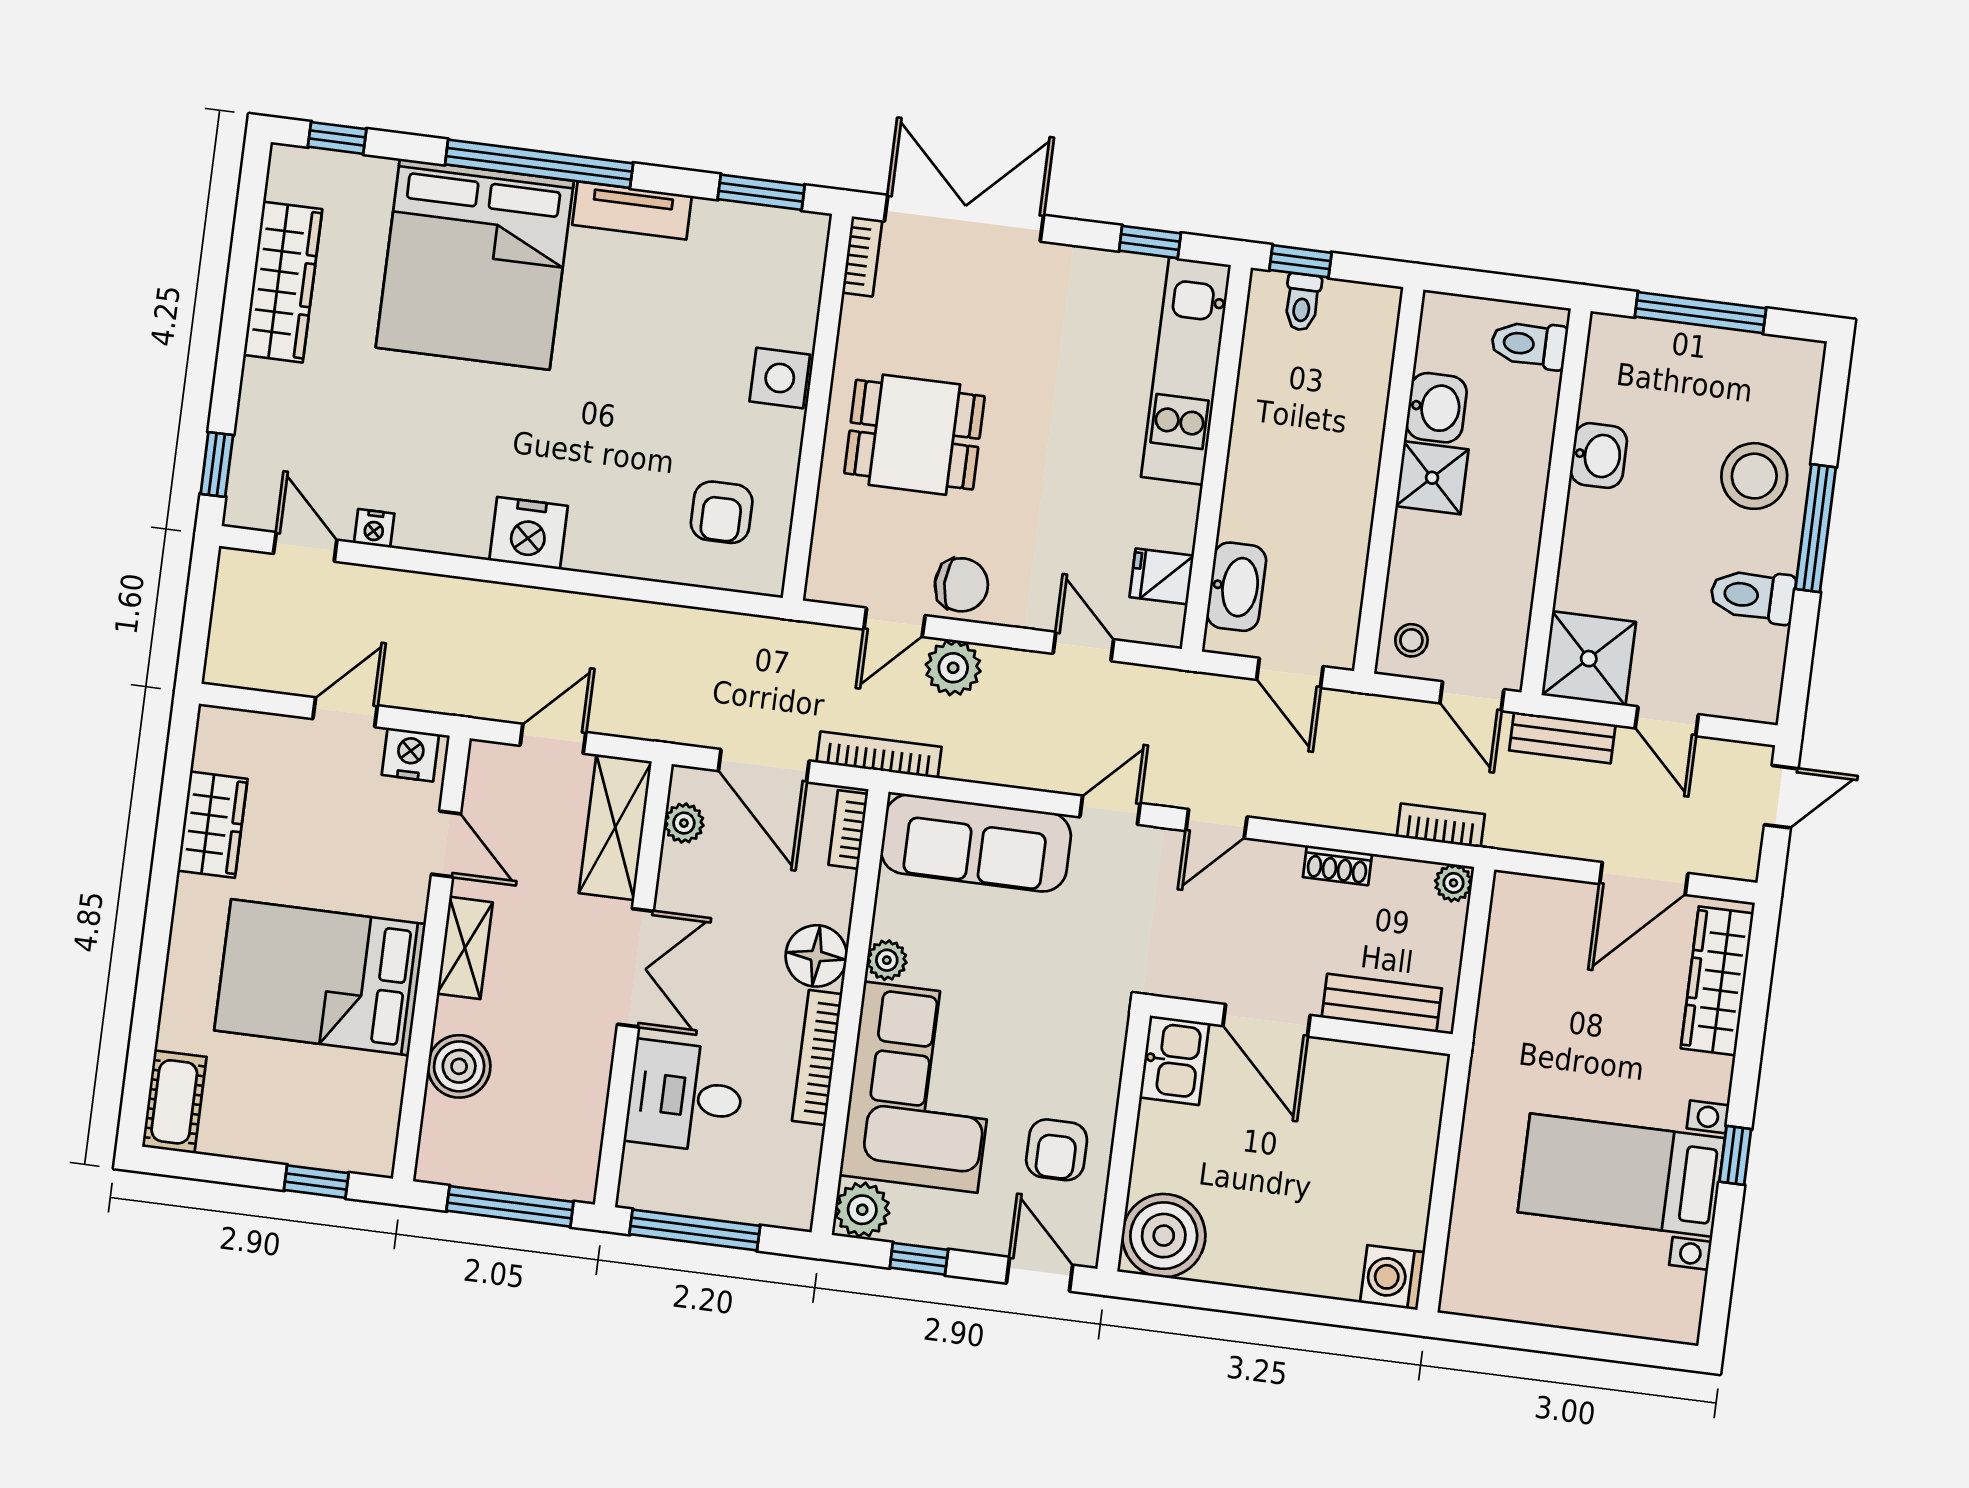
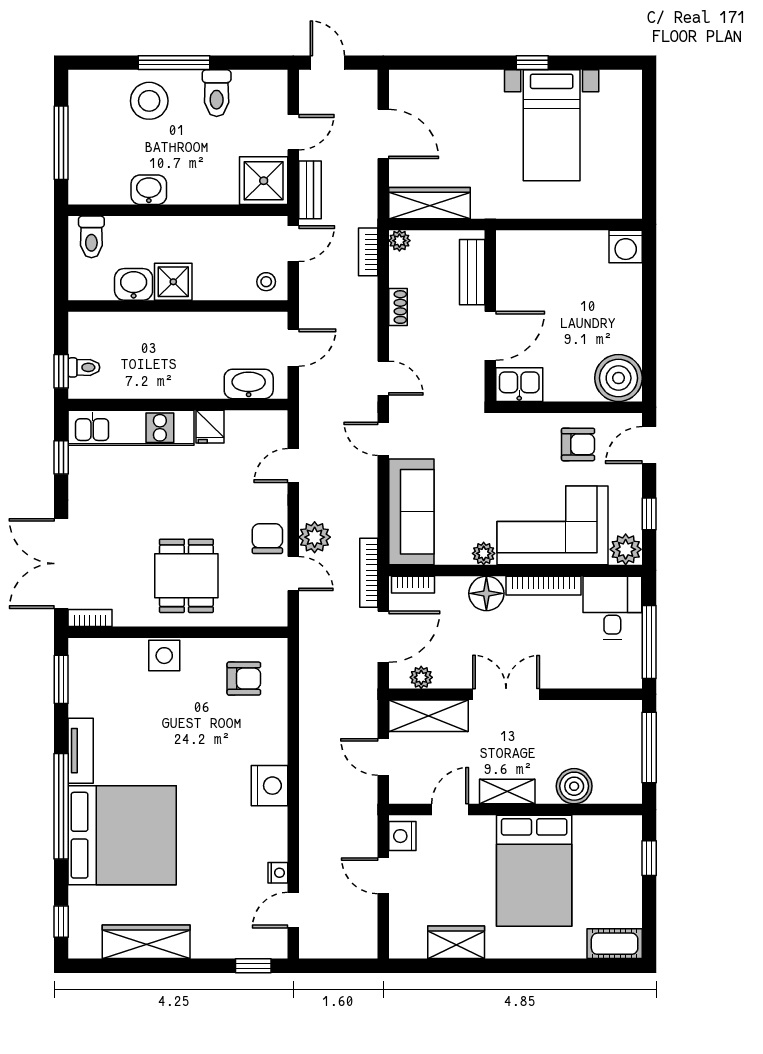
fridge: (1162, 576) -> (210, 427), moved
wardrobe: (1717, 981) -> (429, 203), moved, turned 180
desk: (685, 1096) -> (612, 608), moved, turned 180

